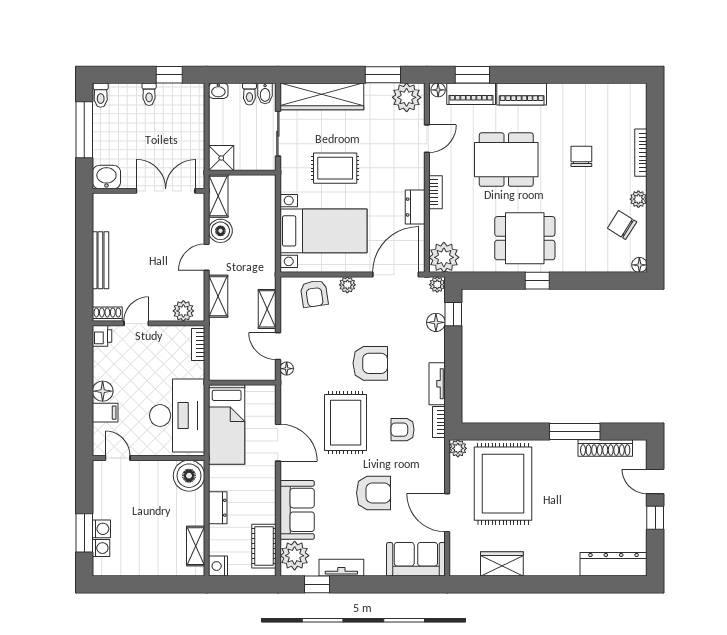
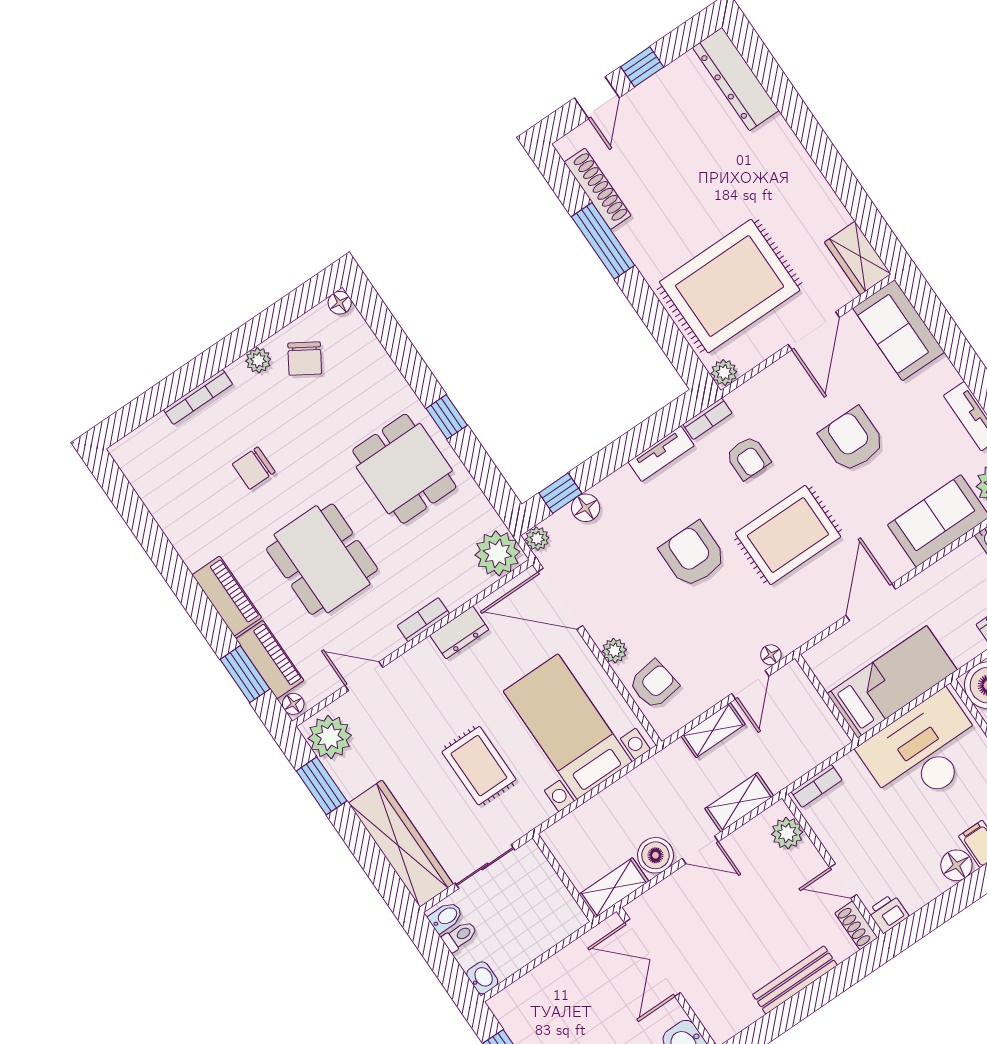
shower: (221, 158) -> (564, 917), removed
wardrobe: (502, 564) -> (858, 258), moved

